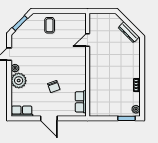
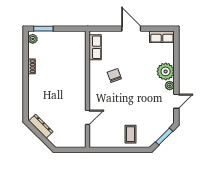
chair: (54, 86) -> (114, 75), moved

